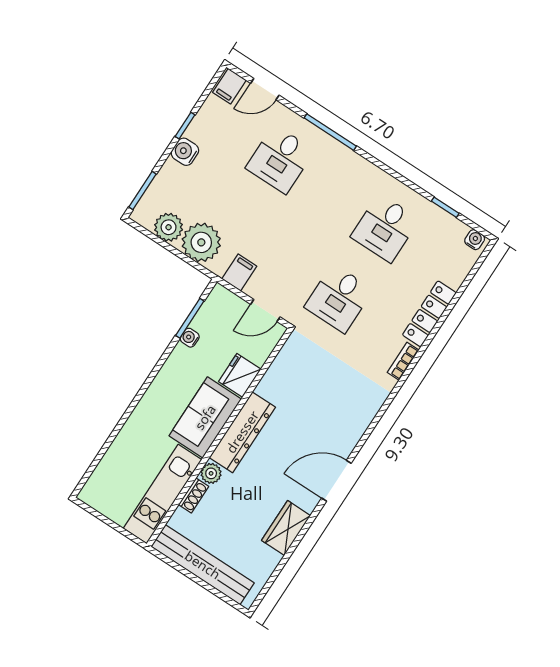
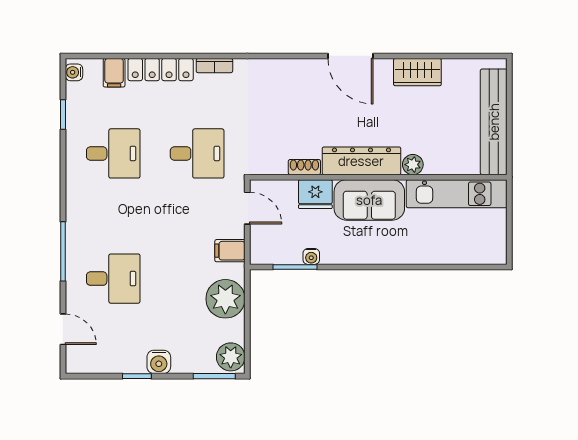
filing cabinet: (229, 86) -> (114, 73), moved, turned 90
plant: (169, 227) -> (231, 357), moved
shoe rack: (194, 496) -> (304, 167), moved

